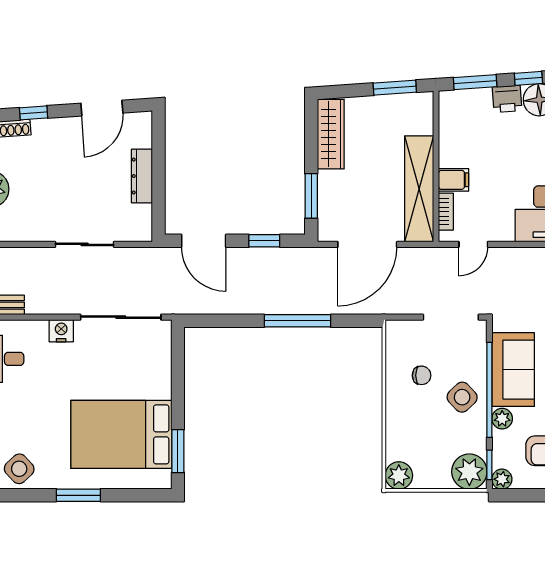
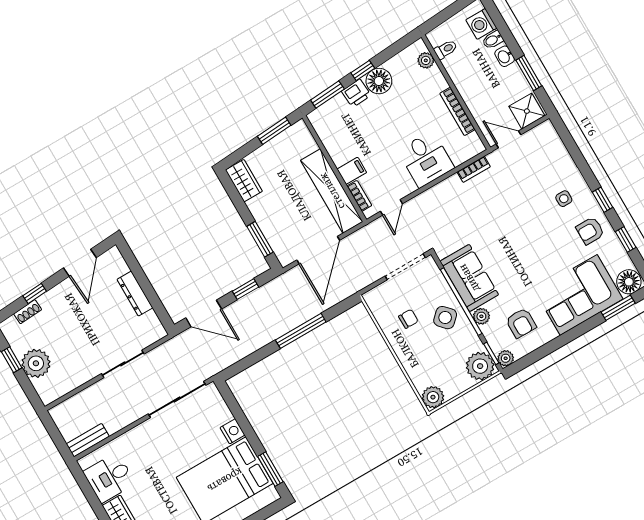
wardrobe: (331, 134) -> (244, 181), width x0.67
nightstand: (61, 331) -> (232, 431), moved, turned 90

